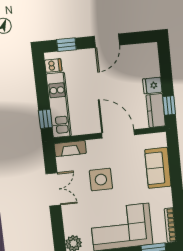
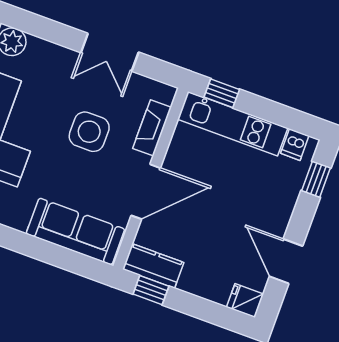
door: (107, 41) -> (286, 261), moved
fridge: (152, 85) -> (245, 301), moved, turned -90
fireplace: (70, 149) -> (152, 128), moved
sofa: (158, 168) -> (75, 231), width x1.36

